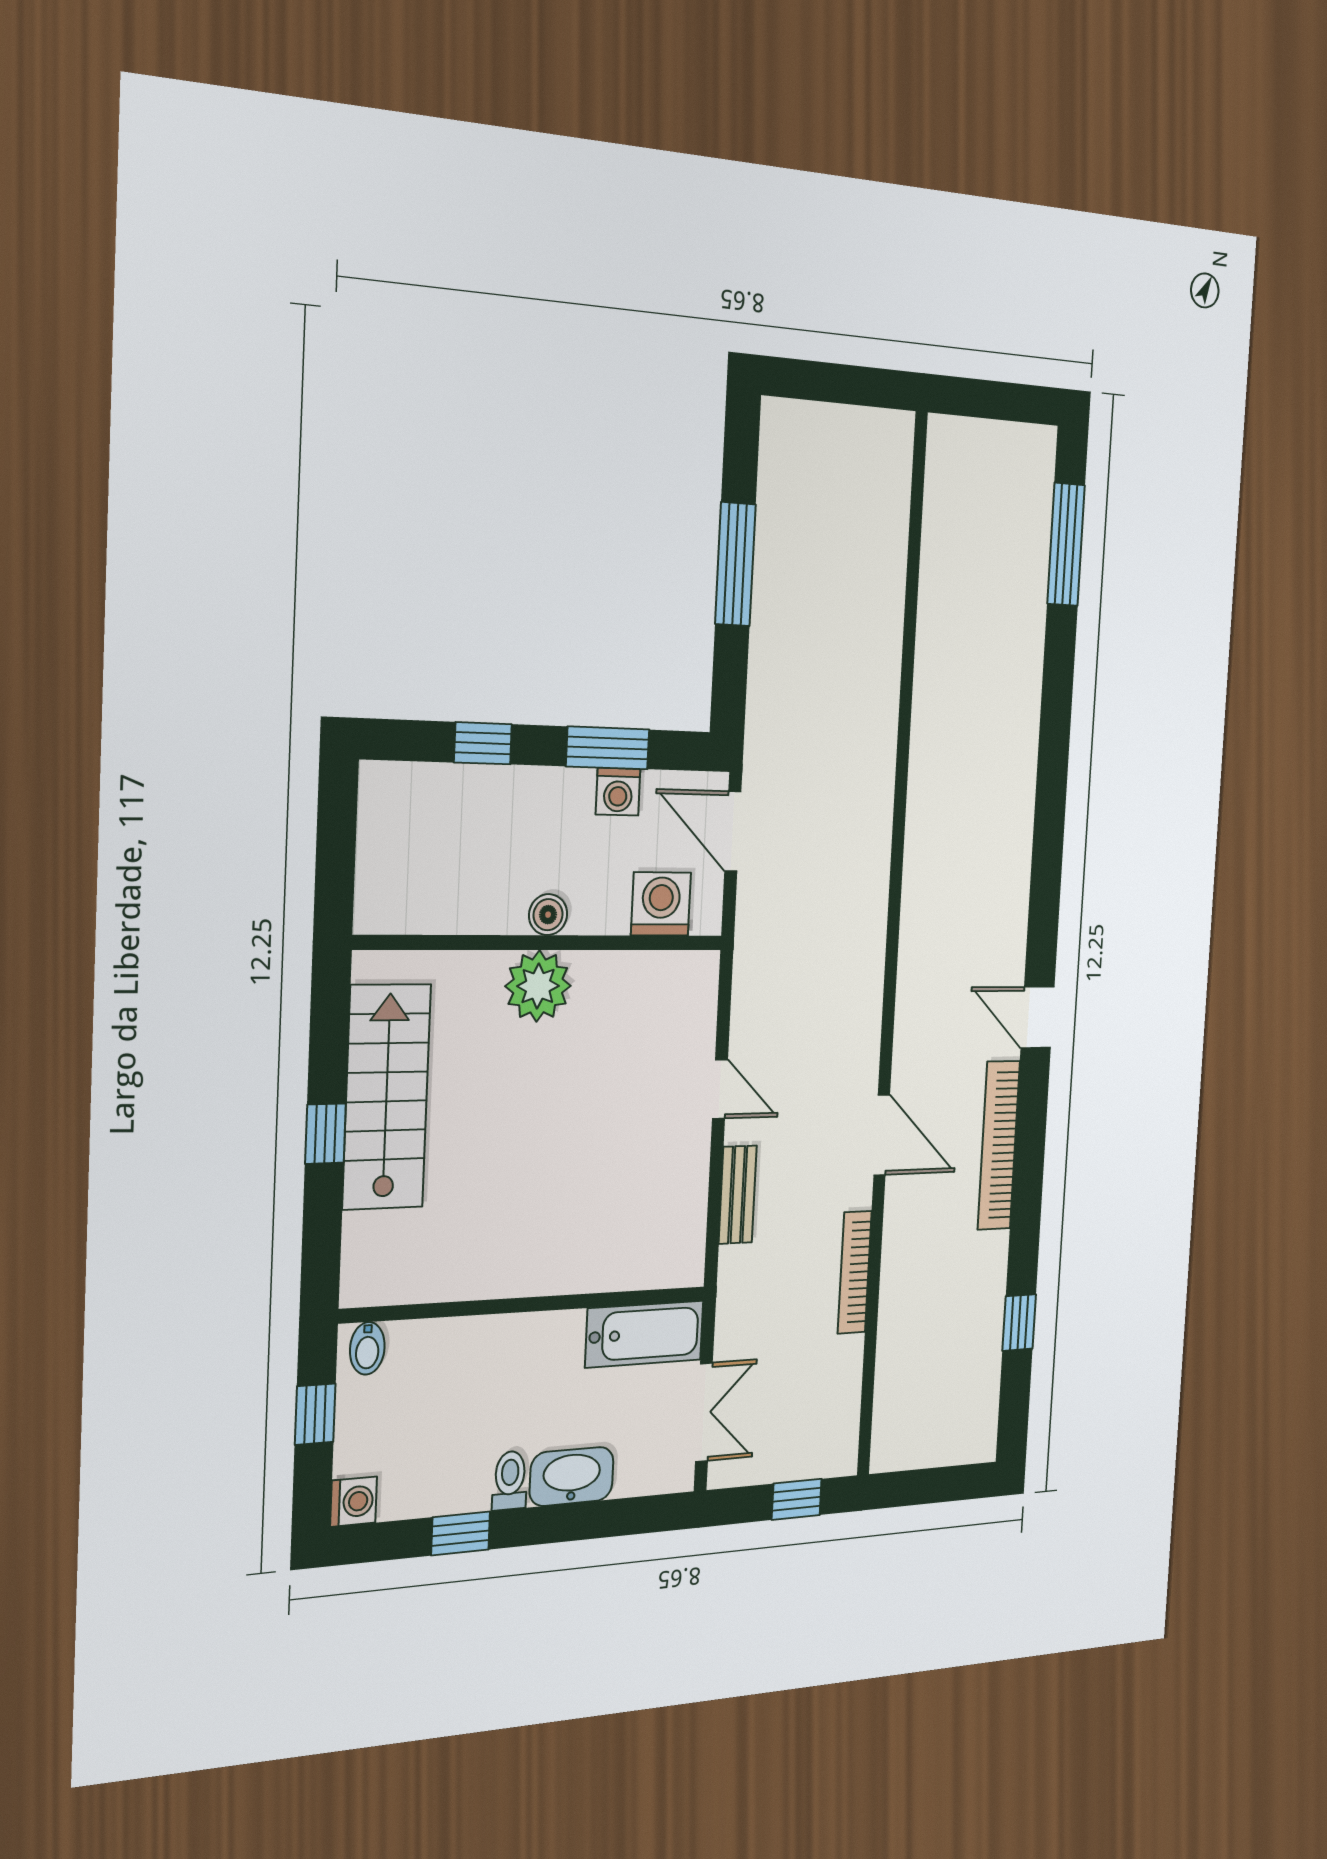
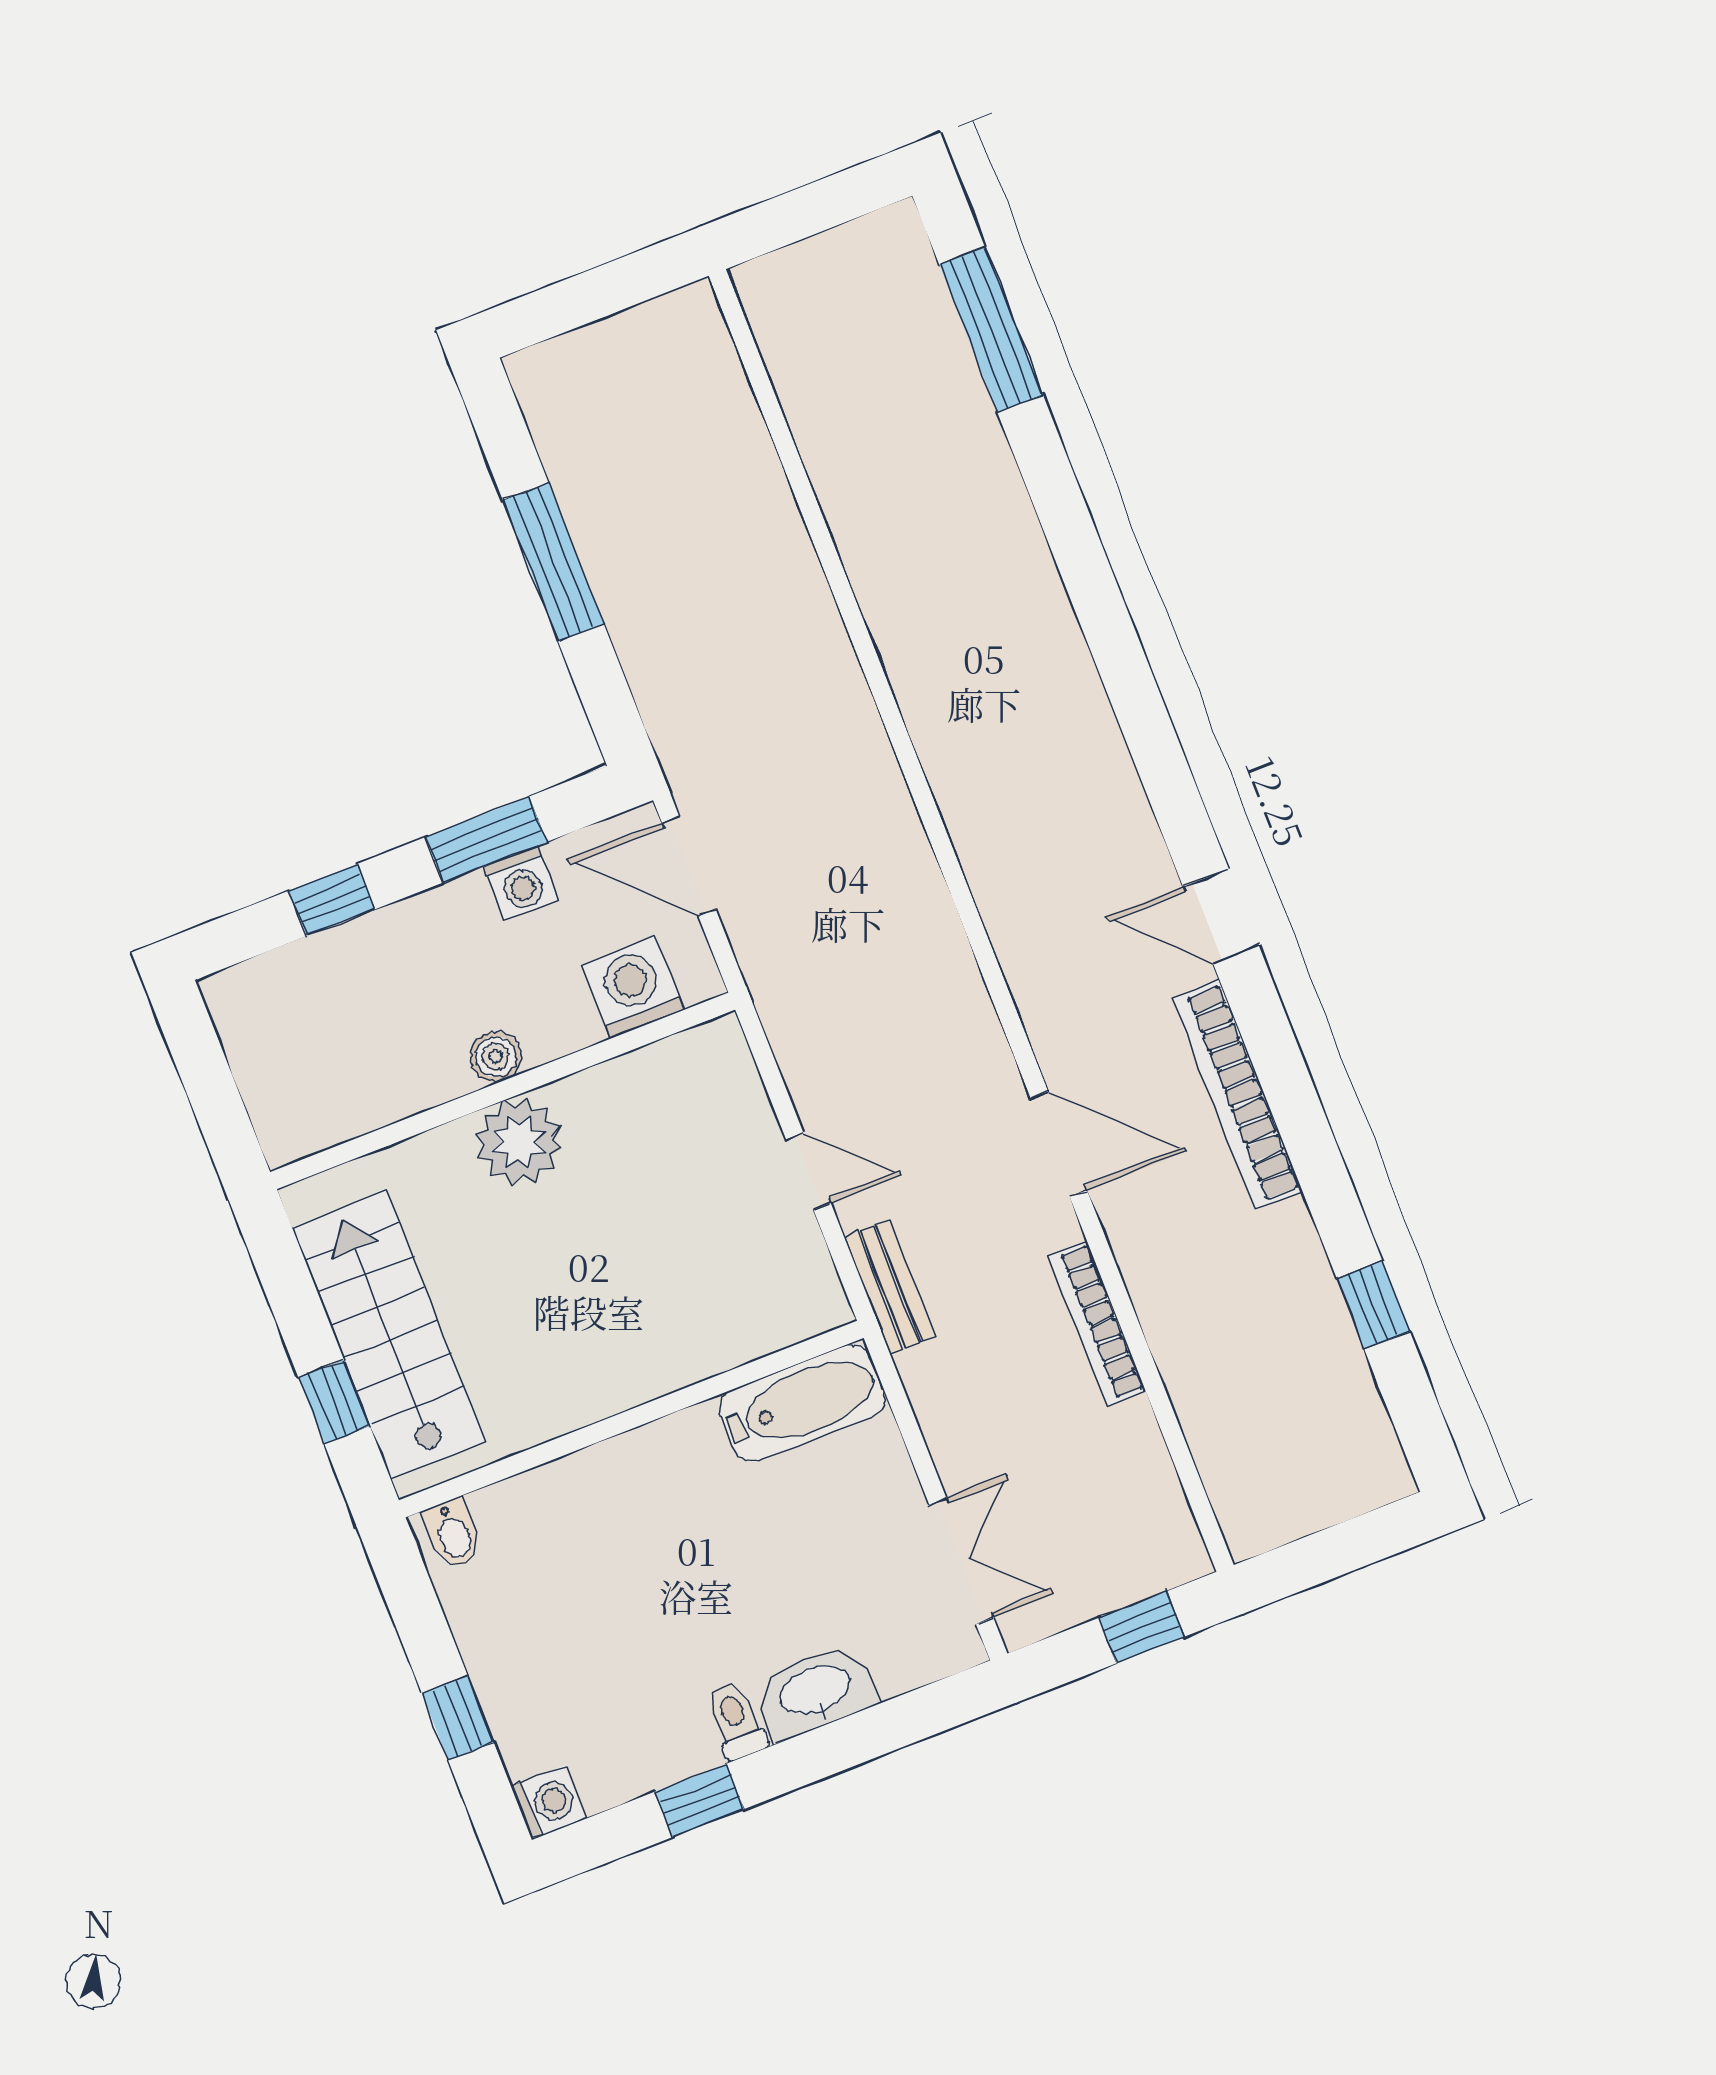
wall: (527, 1305) -> (631, 1419), moved
bathtub: (645, 1334) -> (802, 1403), moved
bidet: (367, 1348) -> (453, 1533), moved

